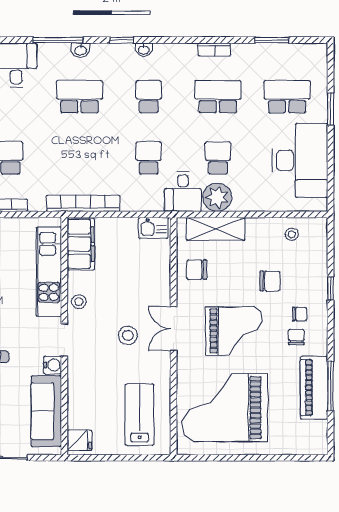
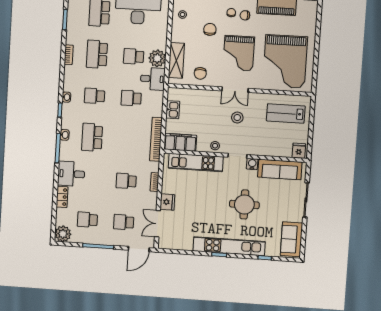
kitchen sink: (153, 228) -> (173, 110), moved
grand piano: (234, 331) -> (239, 53), turned 180

